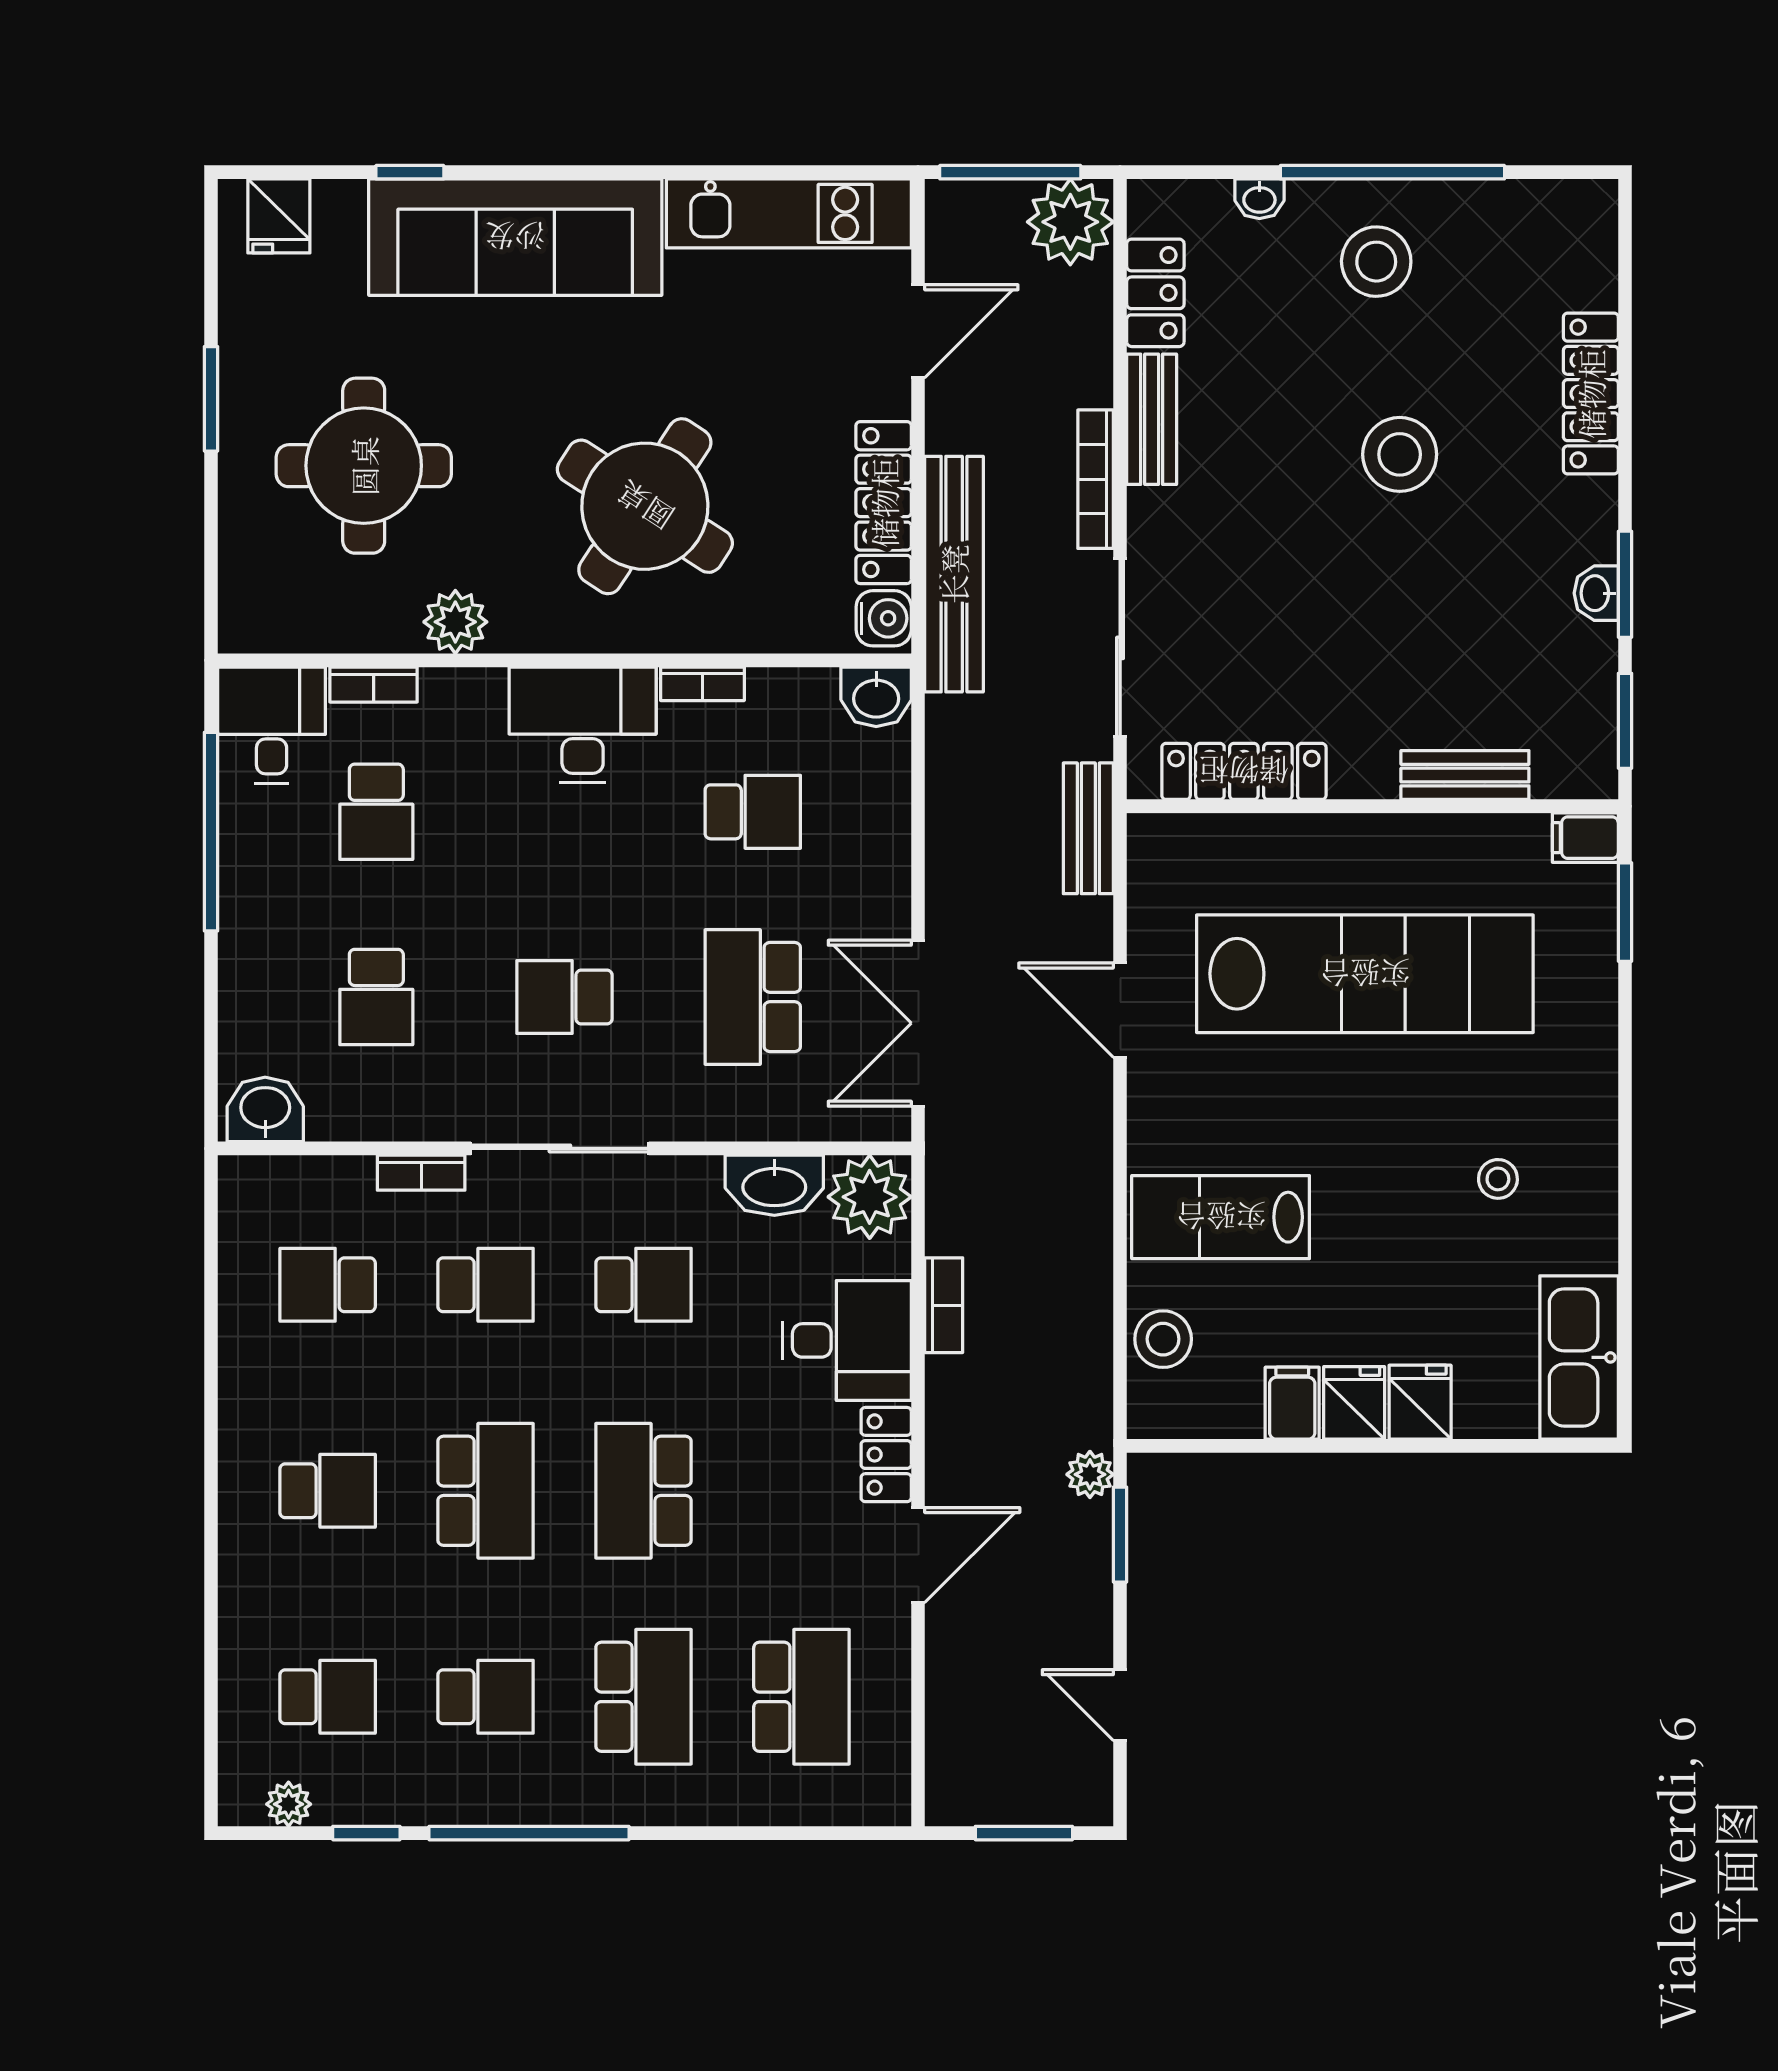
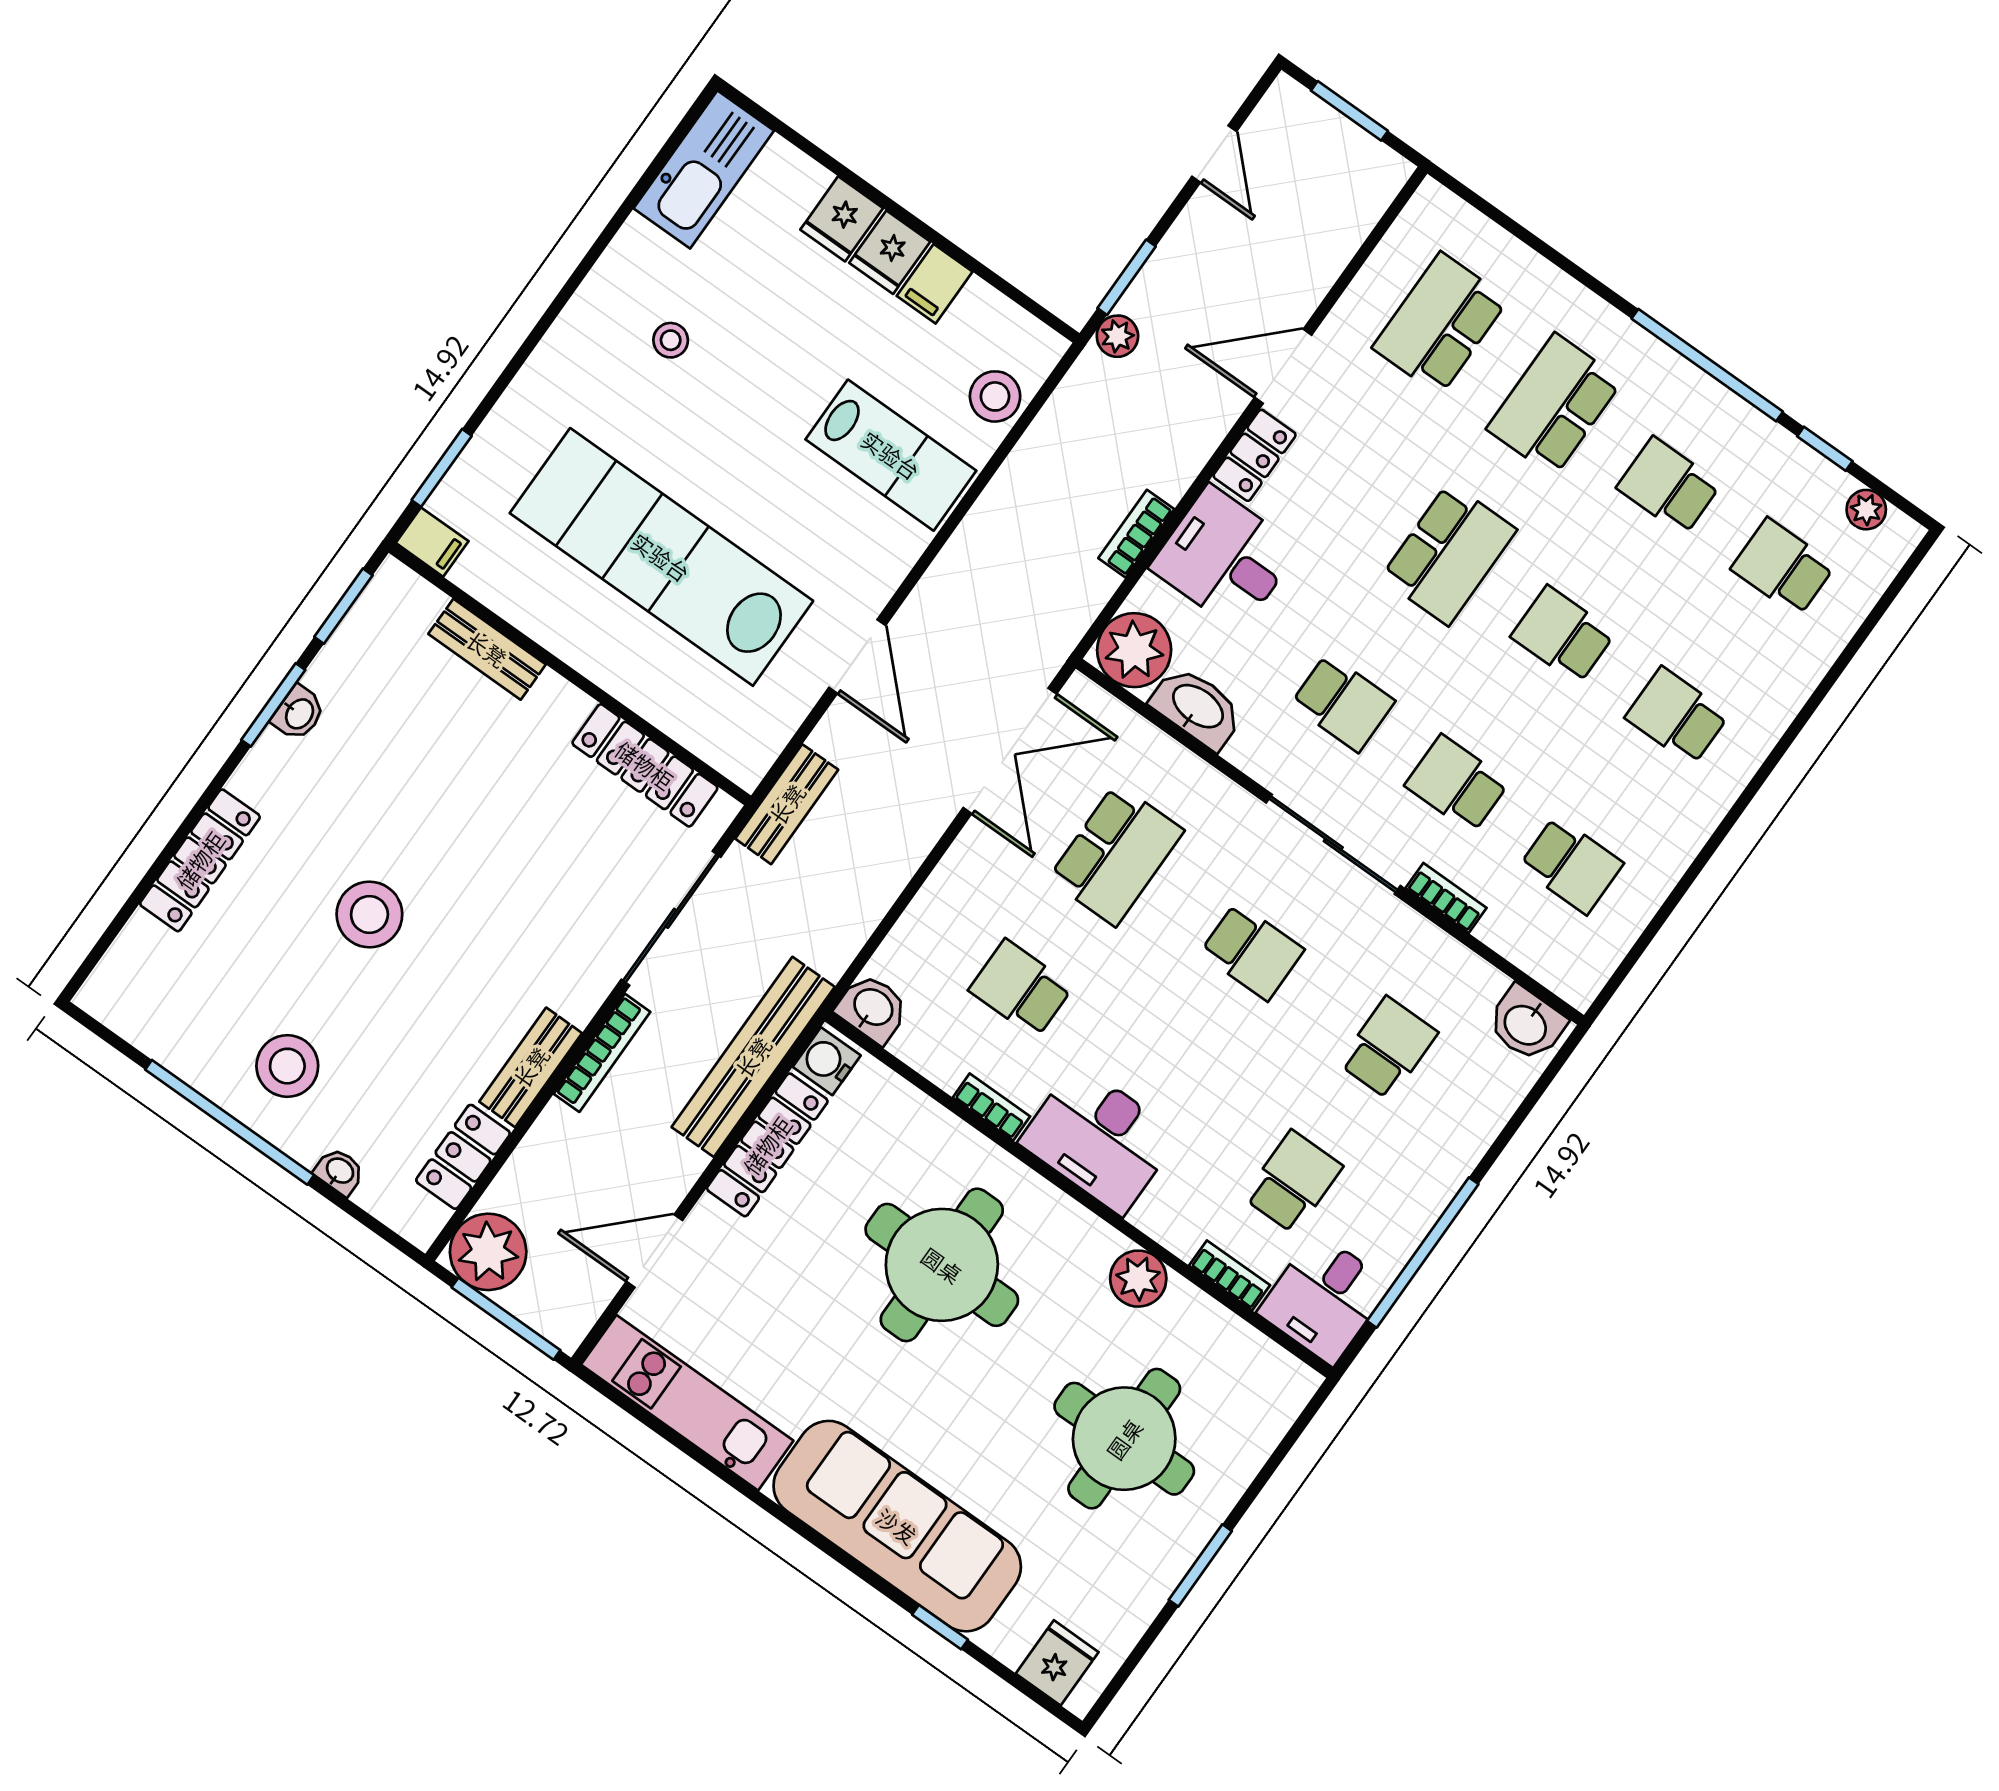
round table: (645, 506) -> (942, 1265), turned -33
school desk: (643, 1285) -> (1343, 703), turned 180
school desk: (486, 1491) -> (1563, 635), width x0.54

